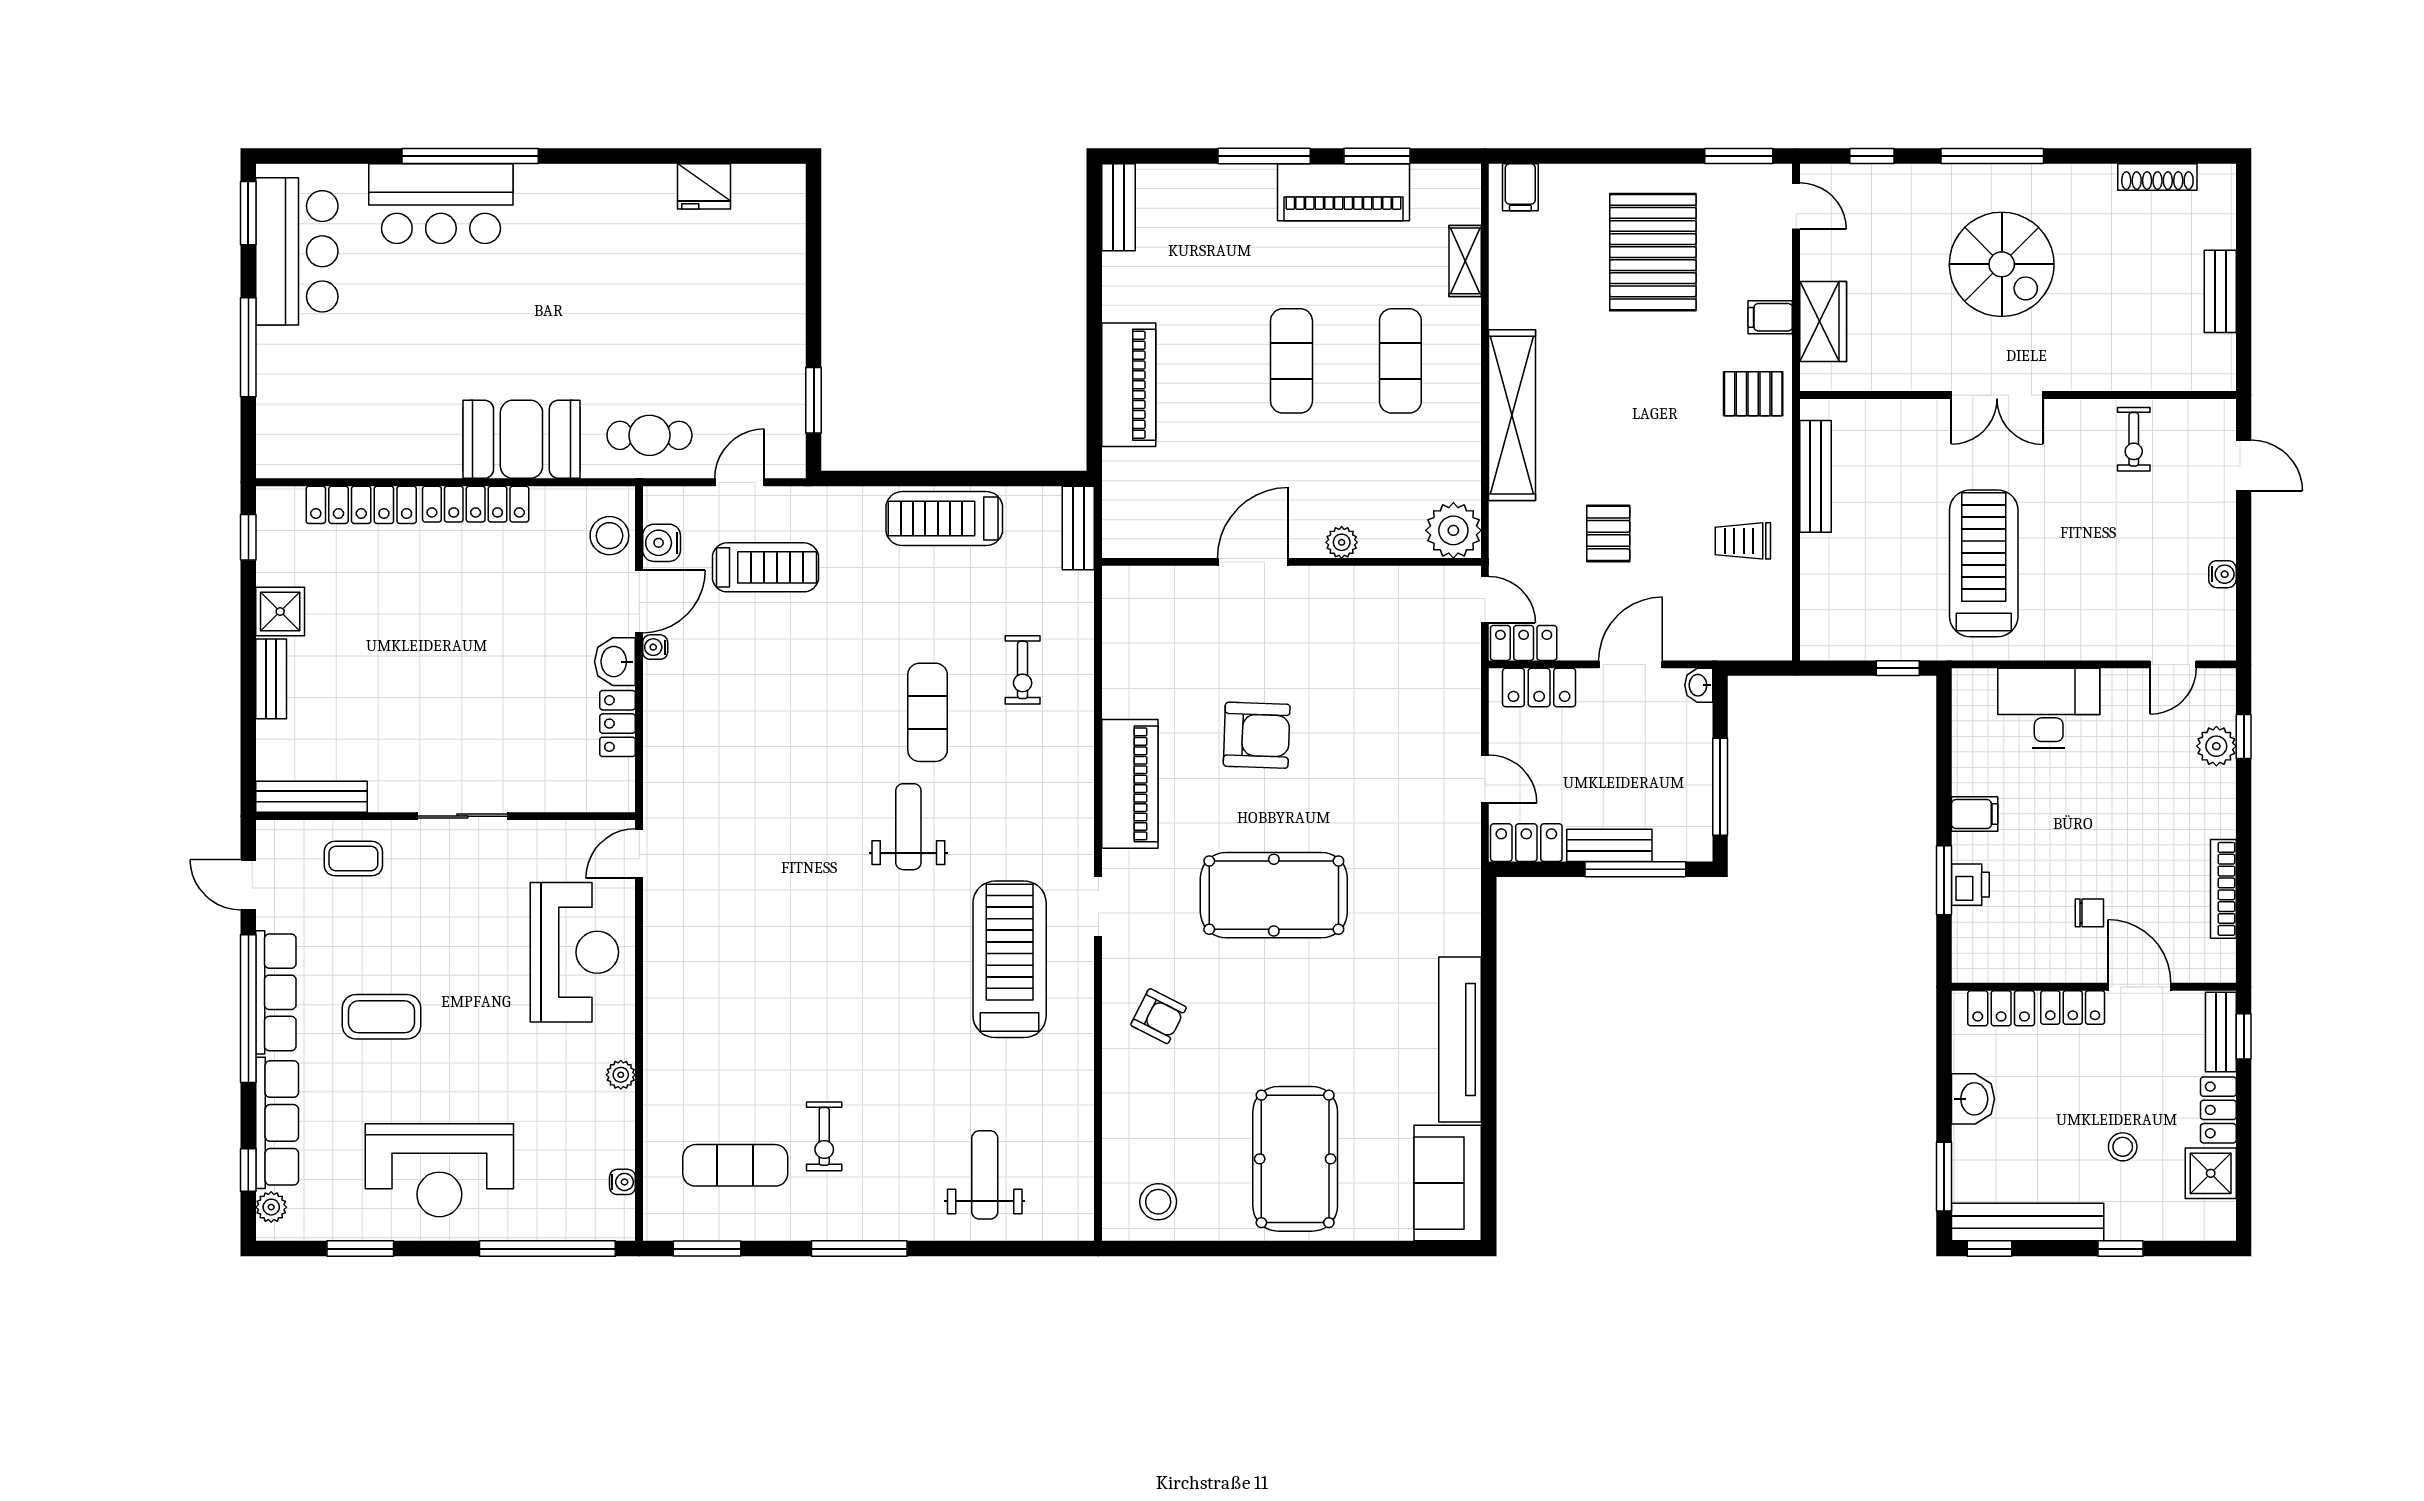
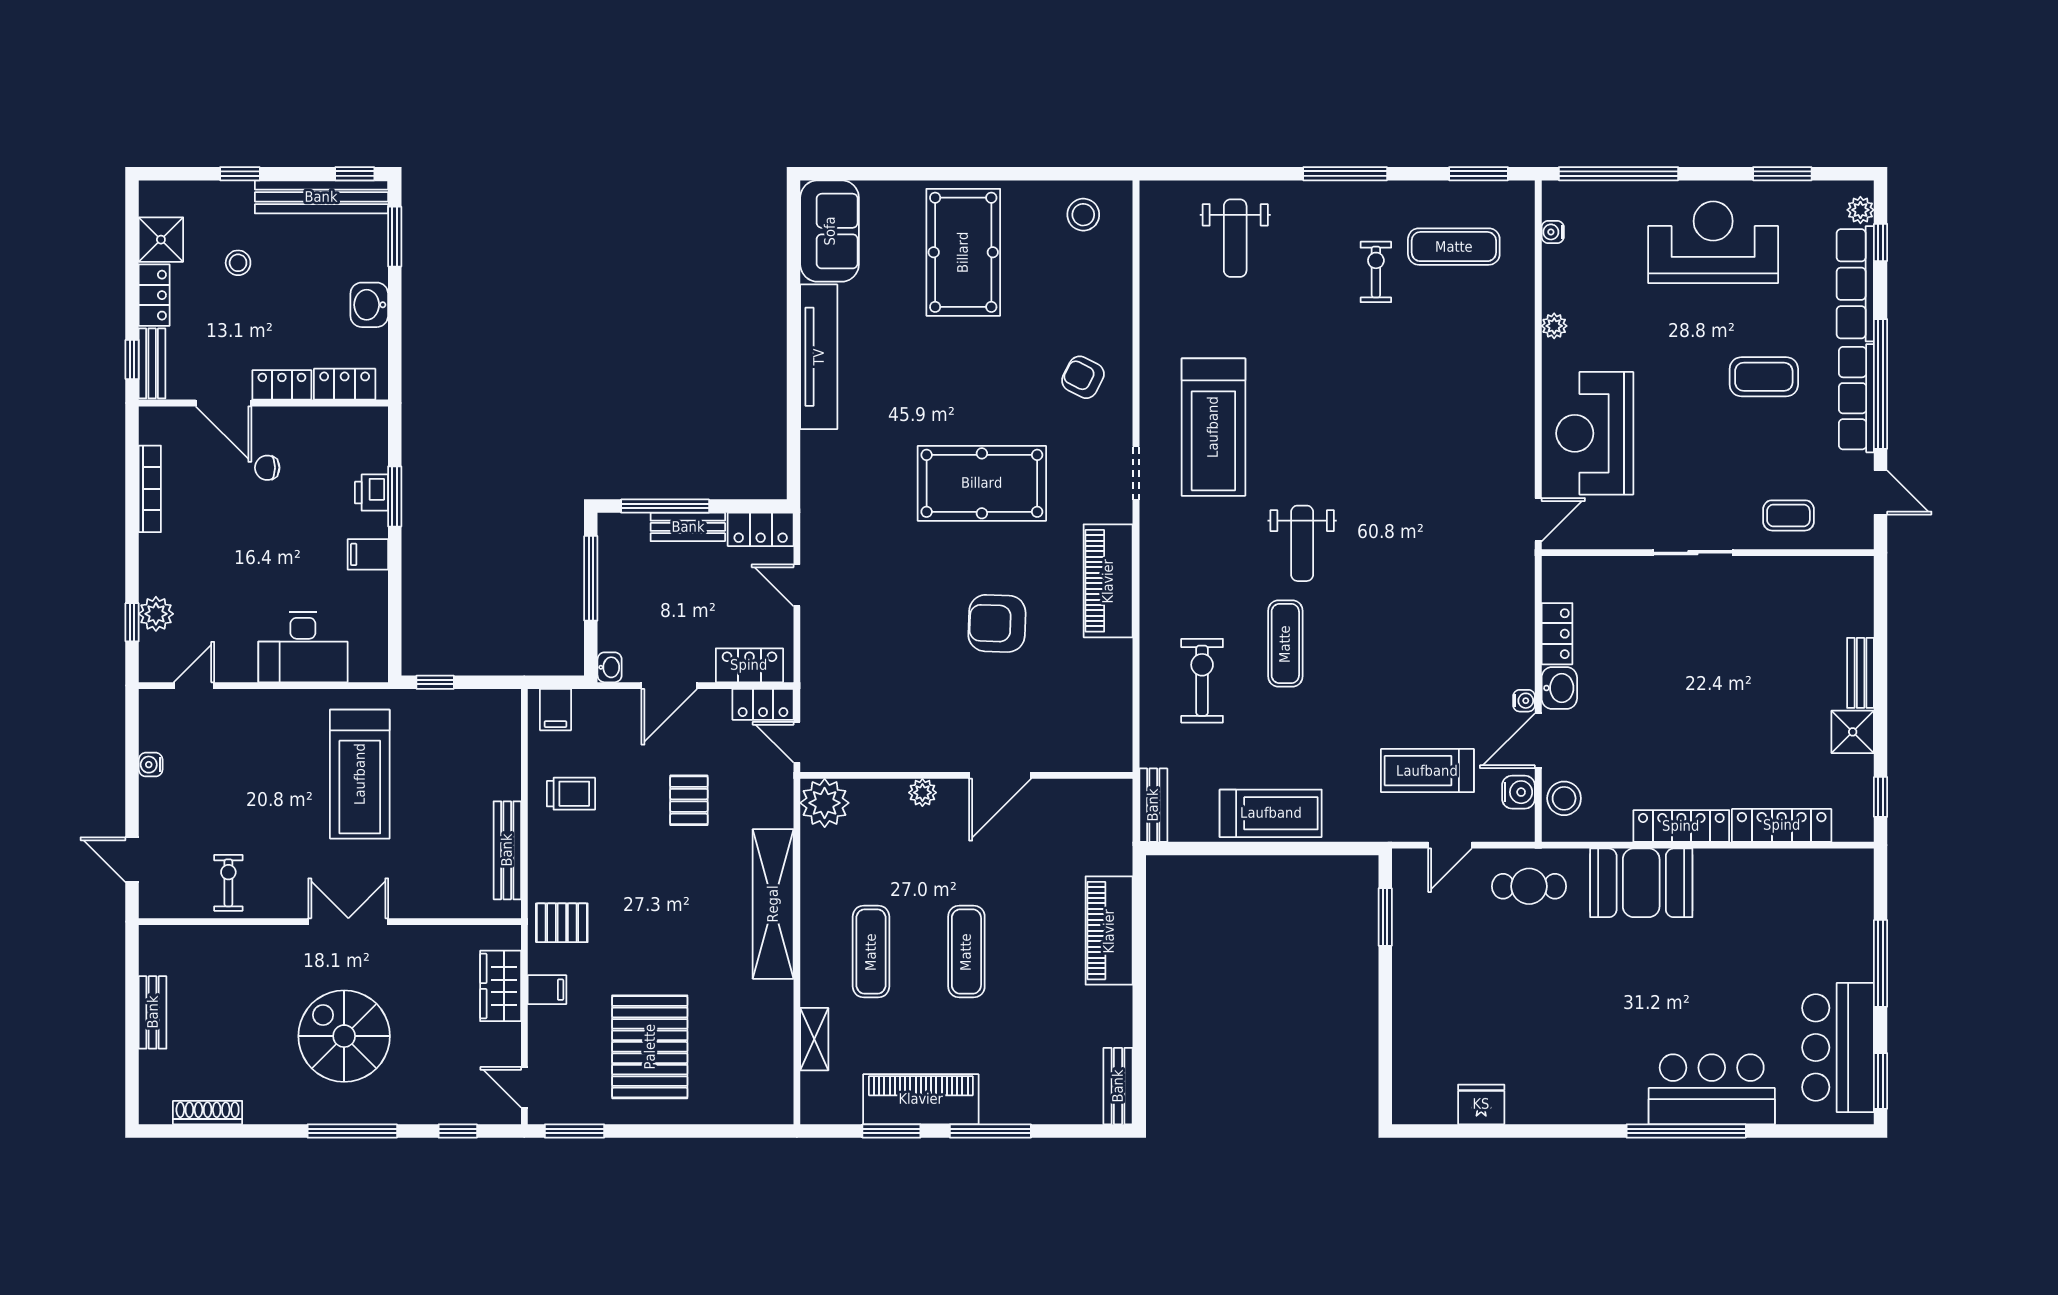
filing cabinet: (1520, 187) -> (556, 710), moved, turned 180
exercise bike: (1023, 670) -> (1202, 681), width x1.38, depth x1.39
bench: (312, 797) -> (1825, 570), removed

